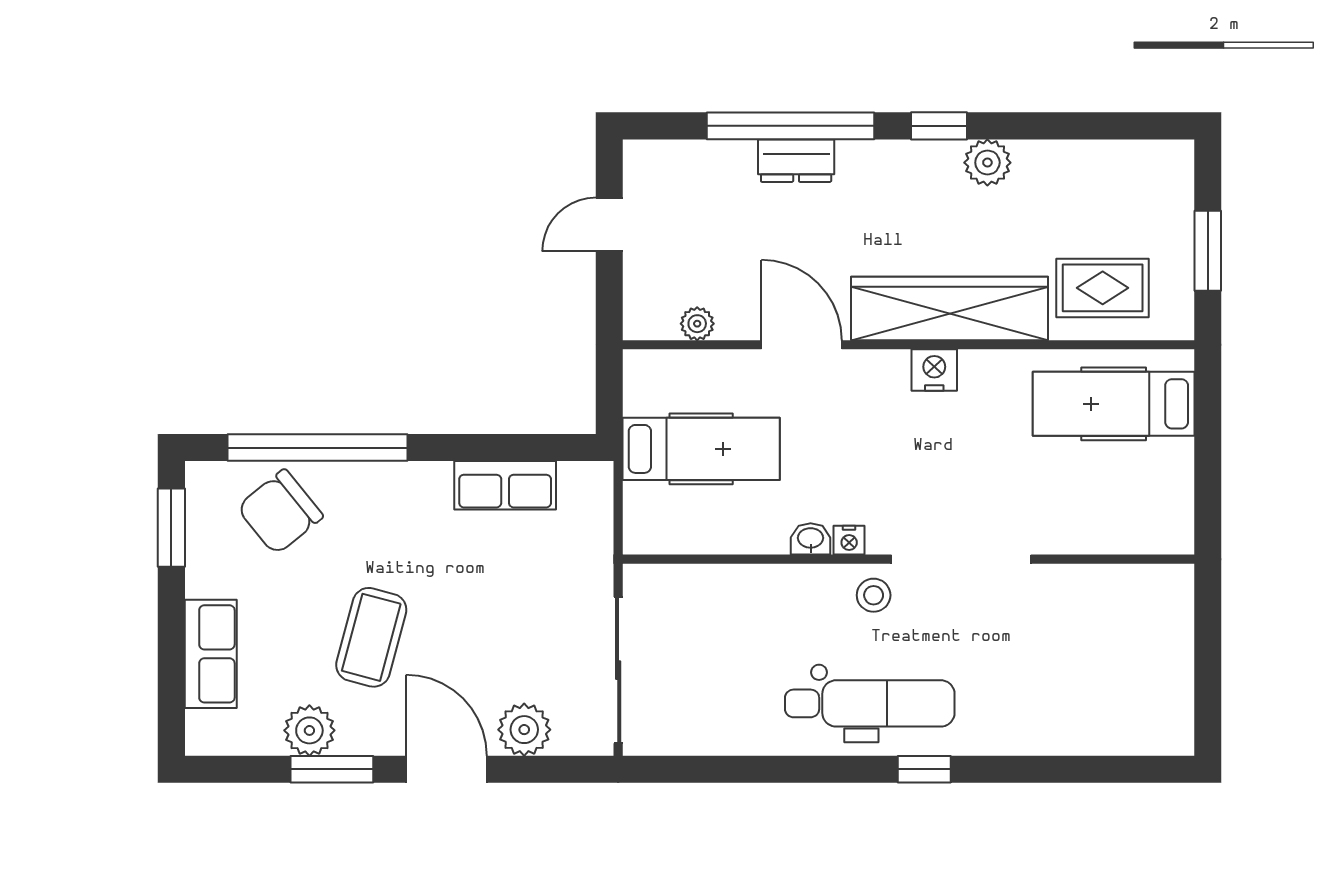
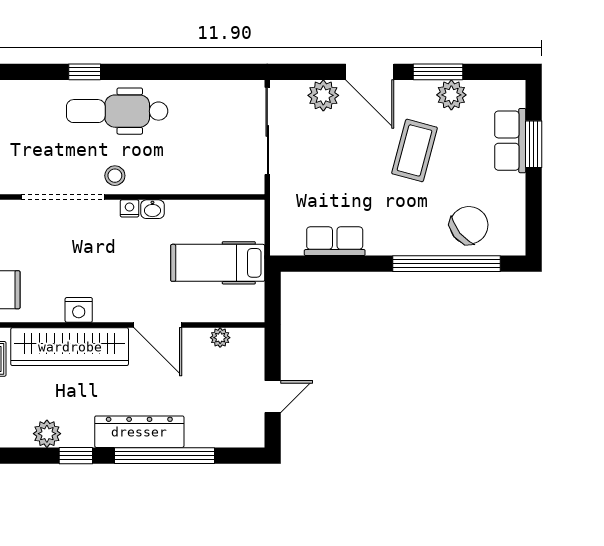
dresser: (796, 161) -> (139, 432), width x1.96, depth x1.24
window: (171, 528) -> (534, 144), moved

